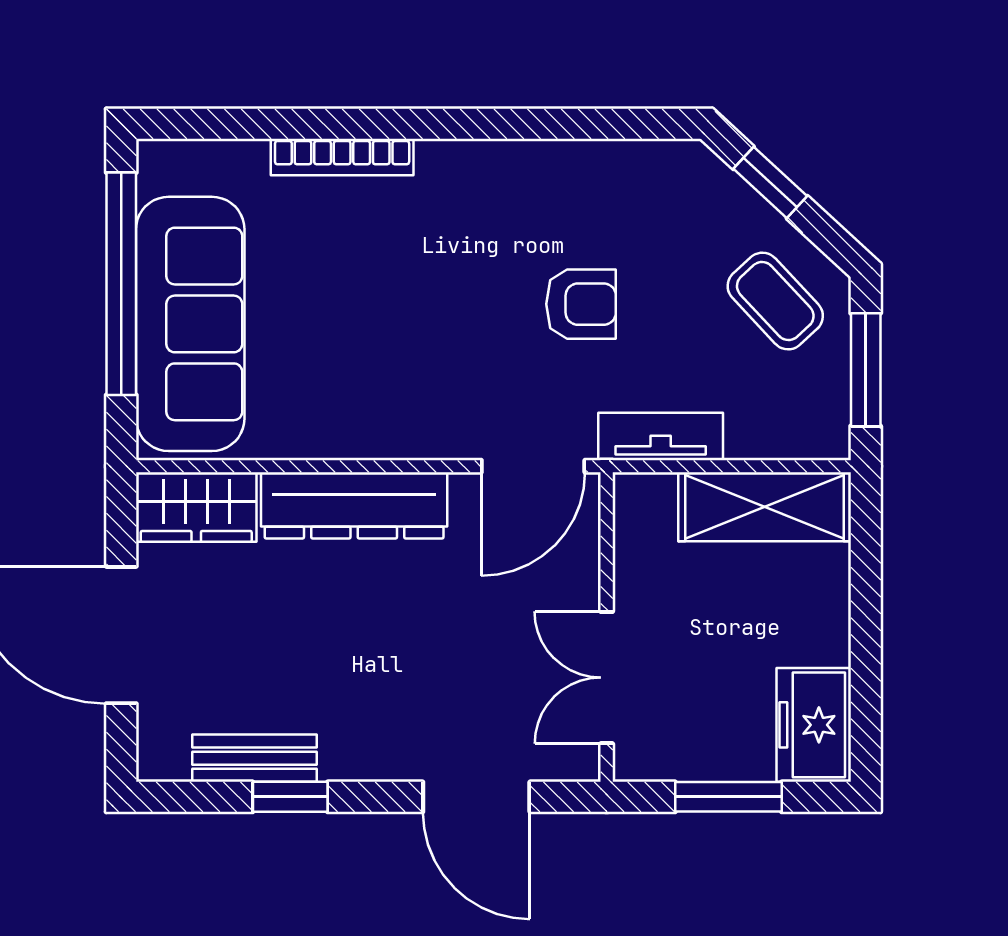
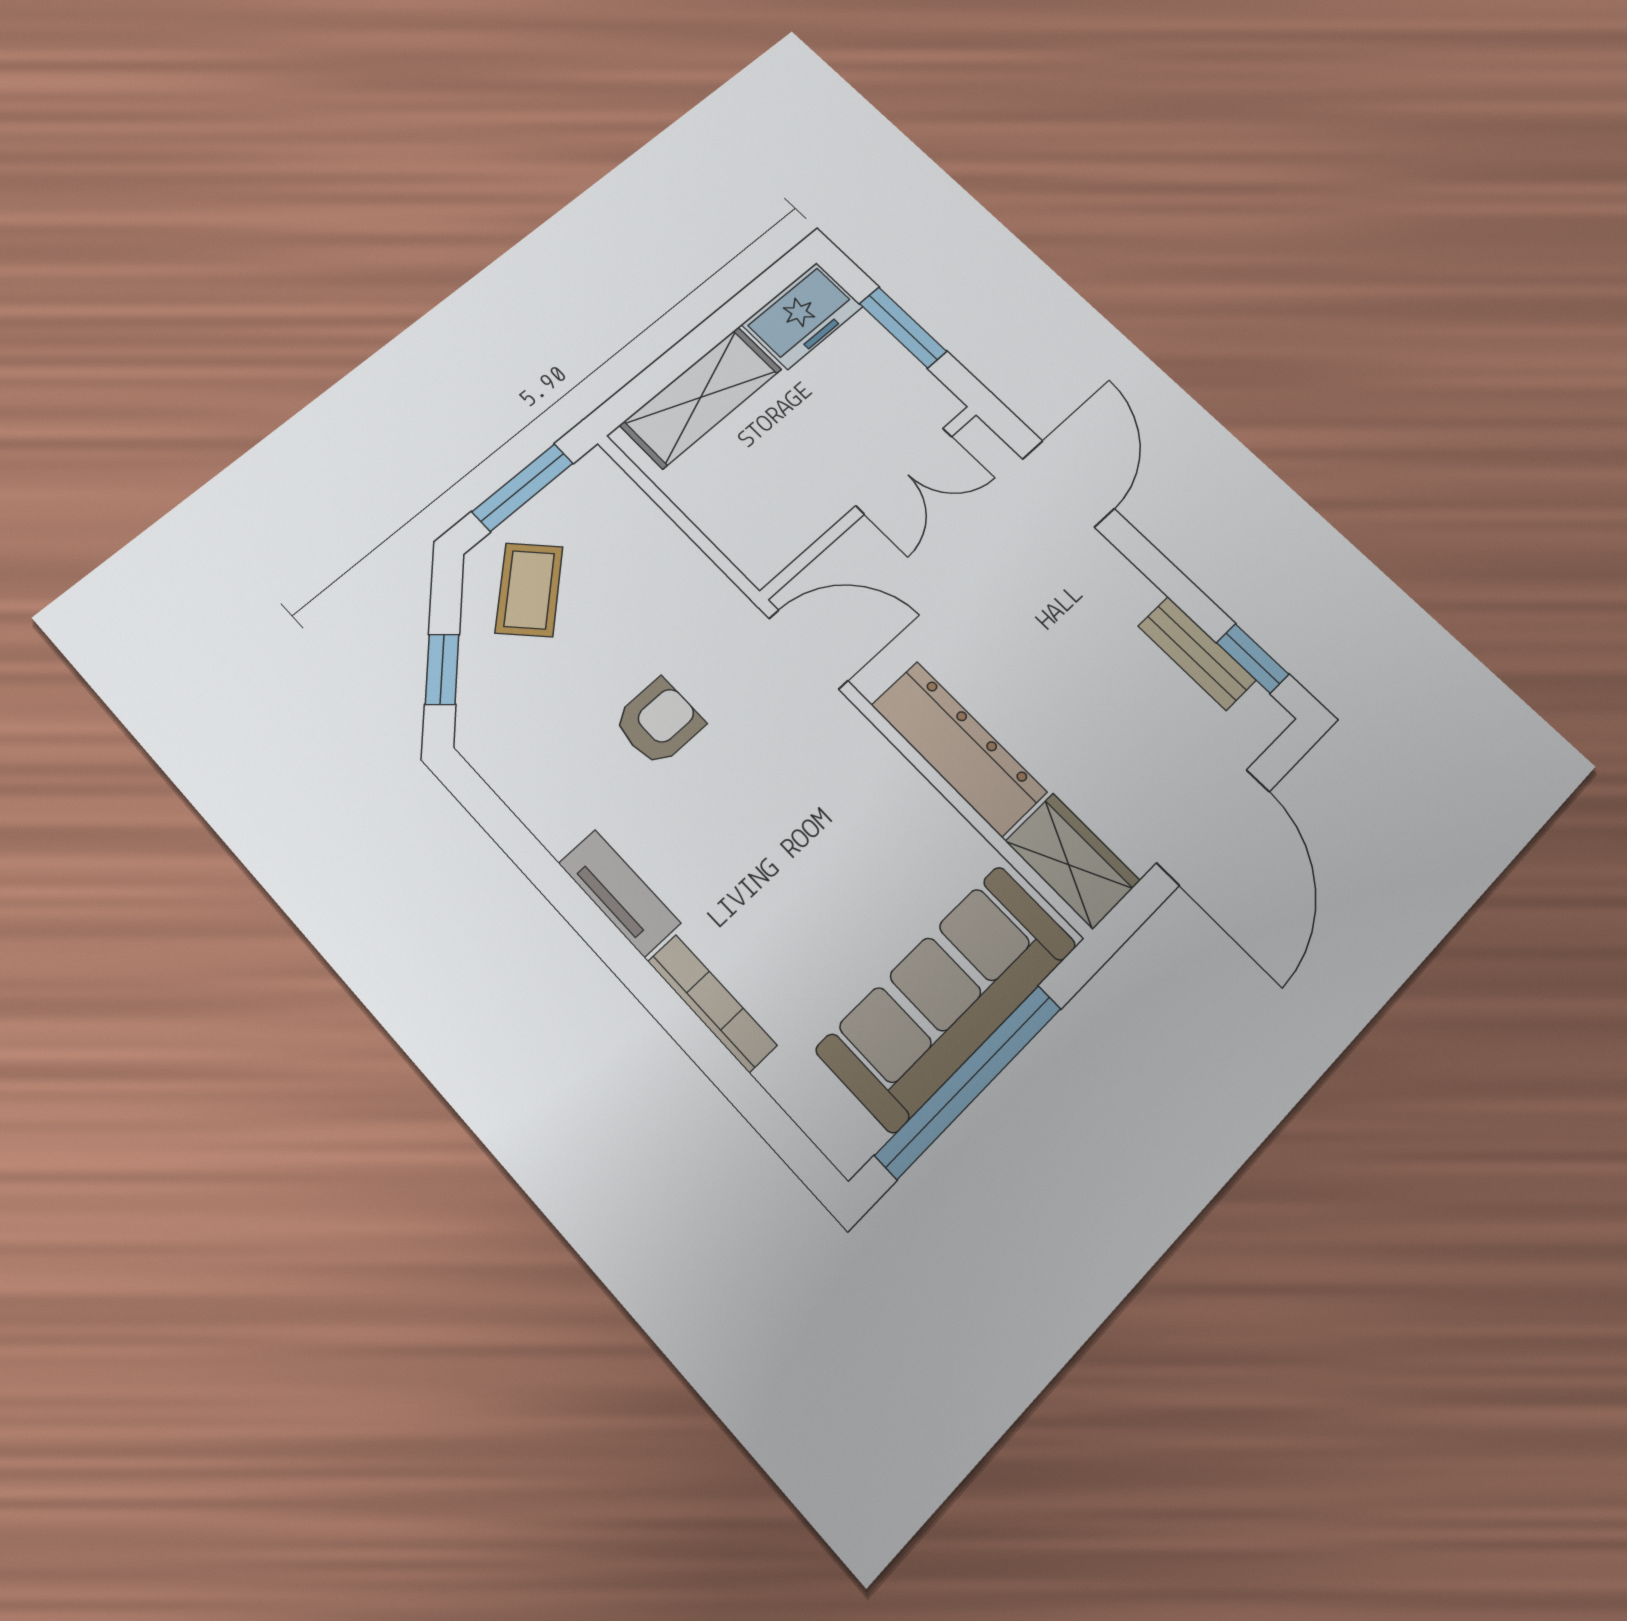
armchair: (581, 304) -> (659, 722), turned 90
tv unit: (661, 437) -> (619, 893), moved, turned 180
shelving: (765, 507) -> (701, 397), moved, turned 90
window: (290, 797) -> (1253, 658), moved

